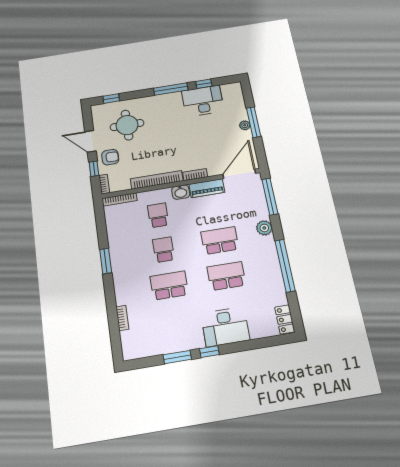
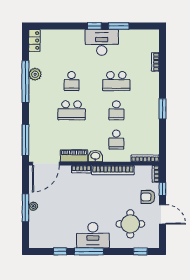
desk: (203, 101) -> (93, 235), moved
plant: (264, 228) -> (35, 74), moved
school desk: (226, 276) -> (72, 81), width x0.54
desk: (225, 327) -> (102, 42), moved

